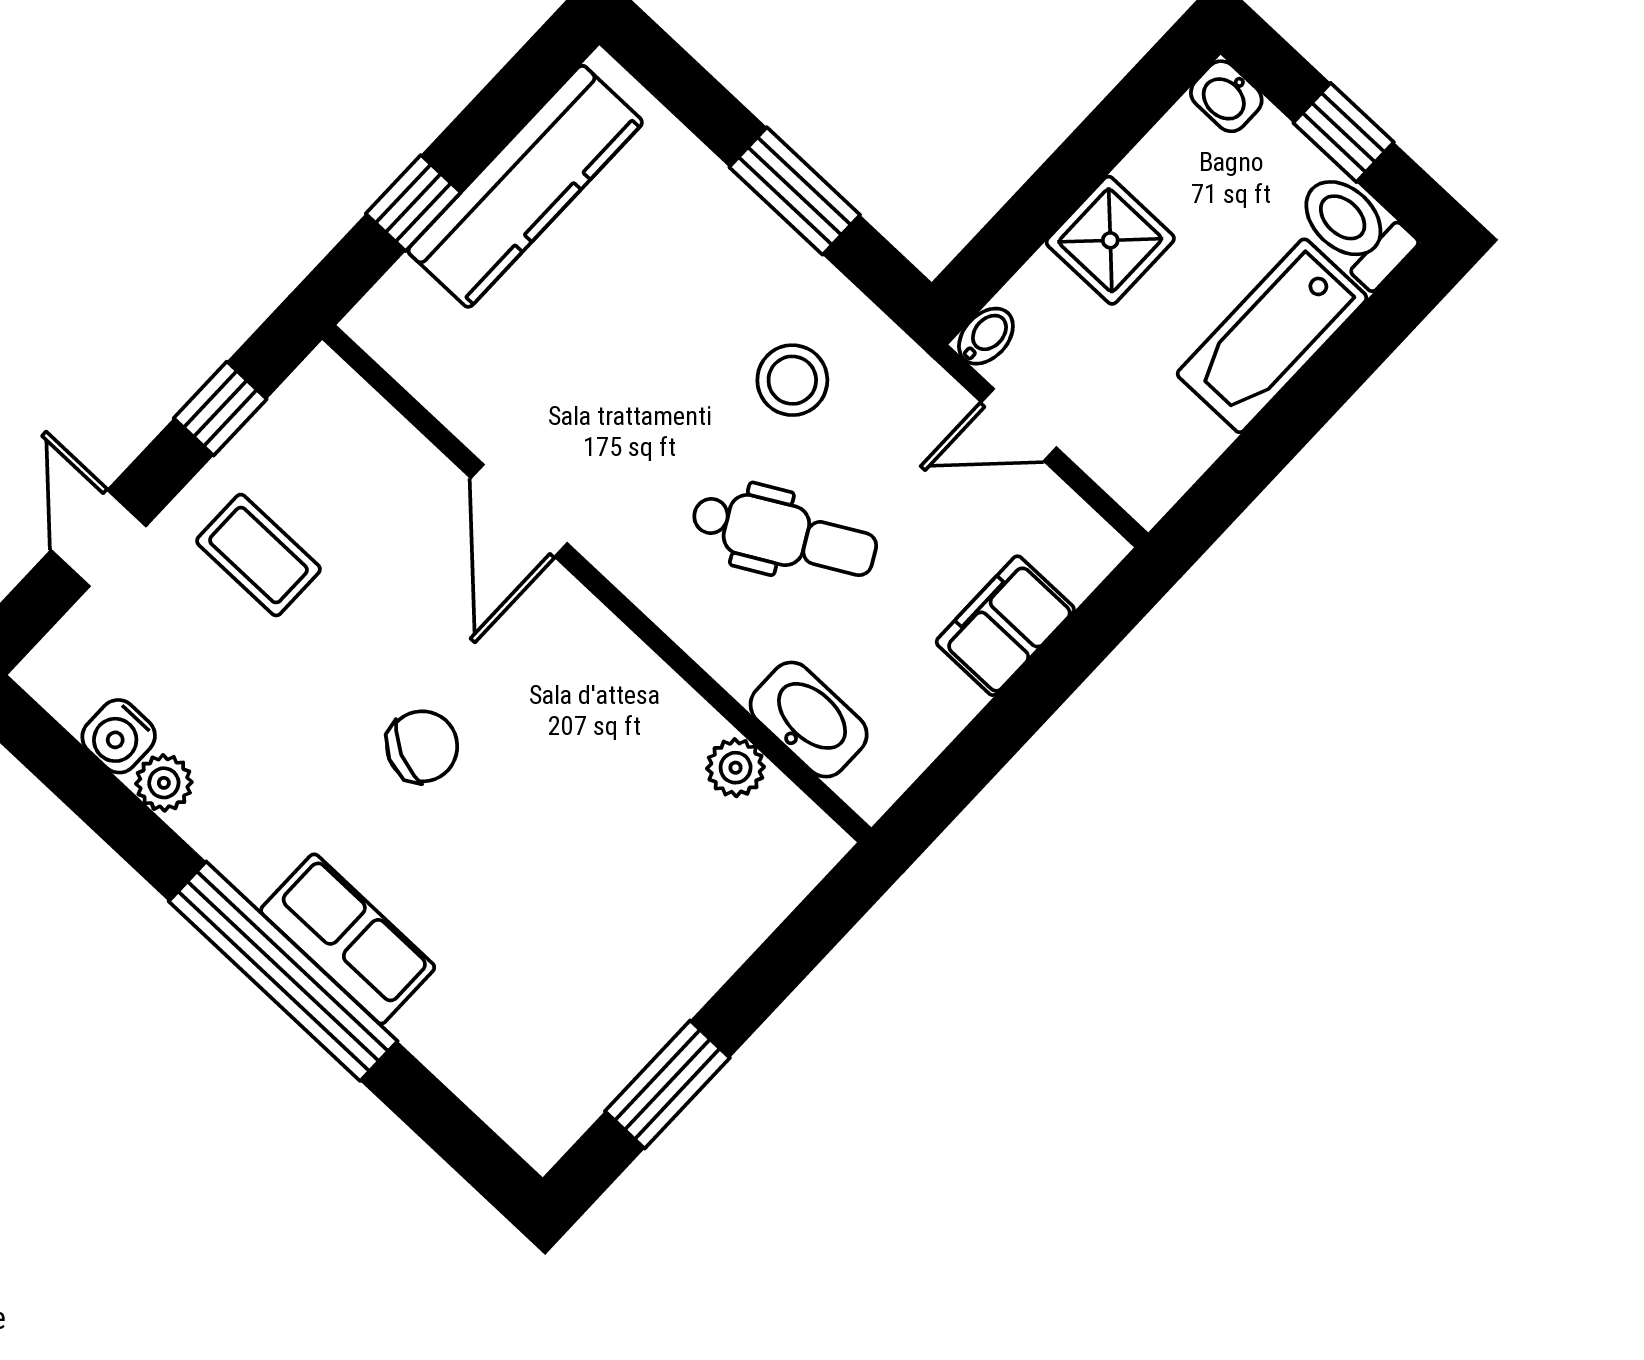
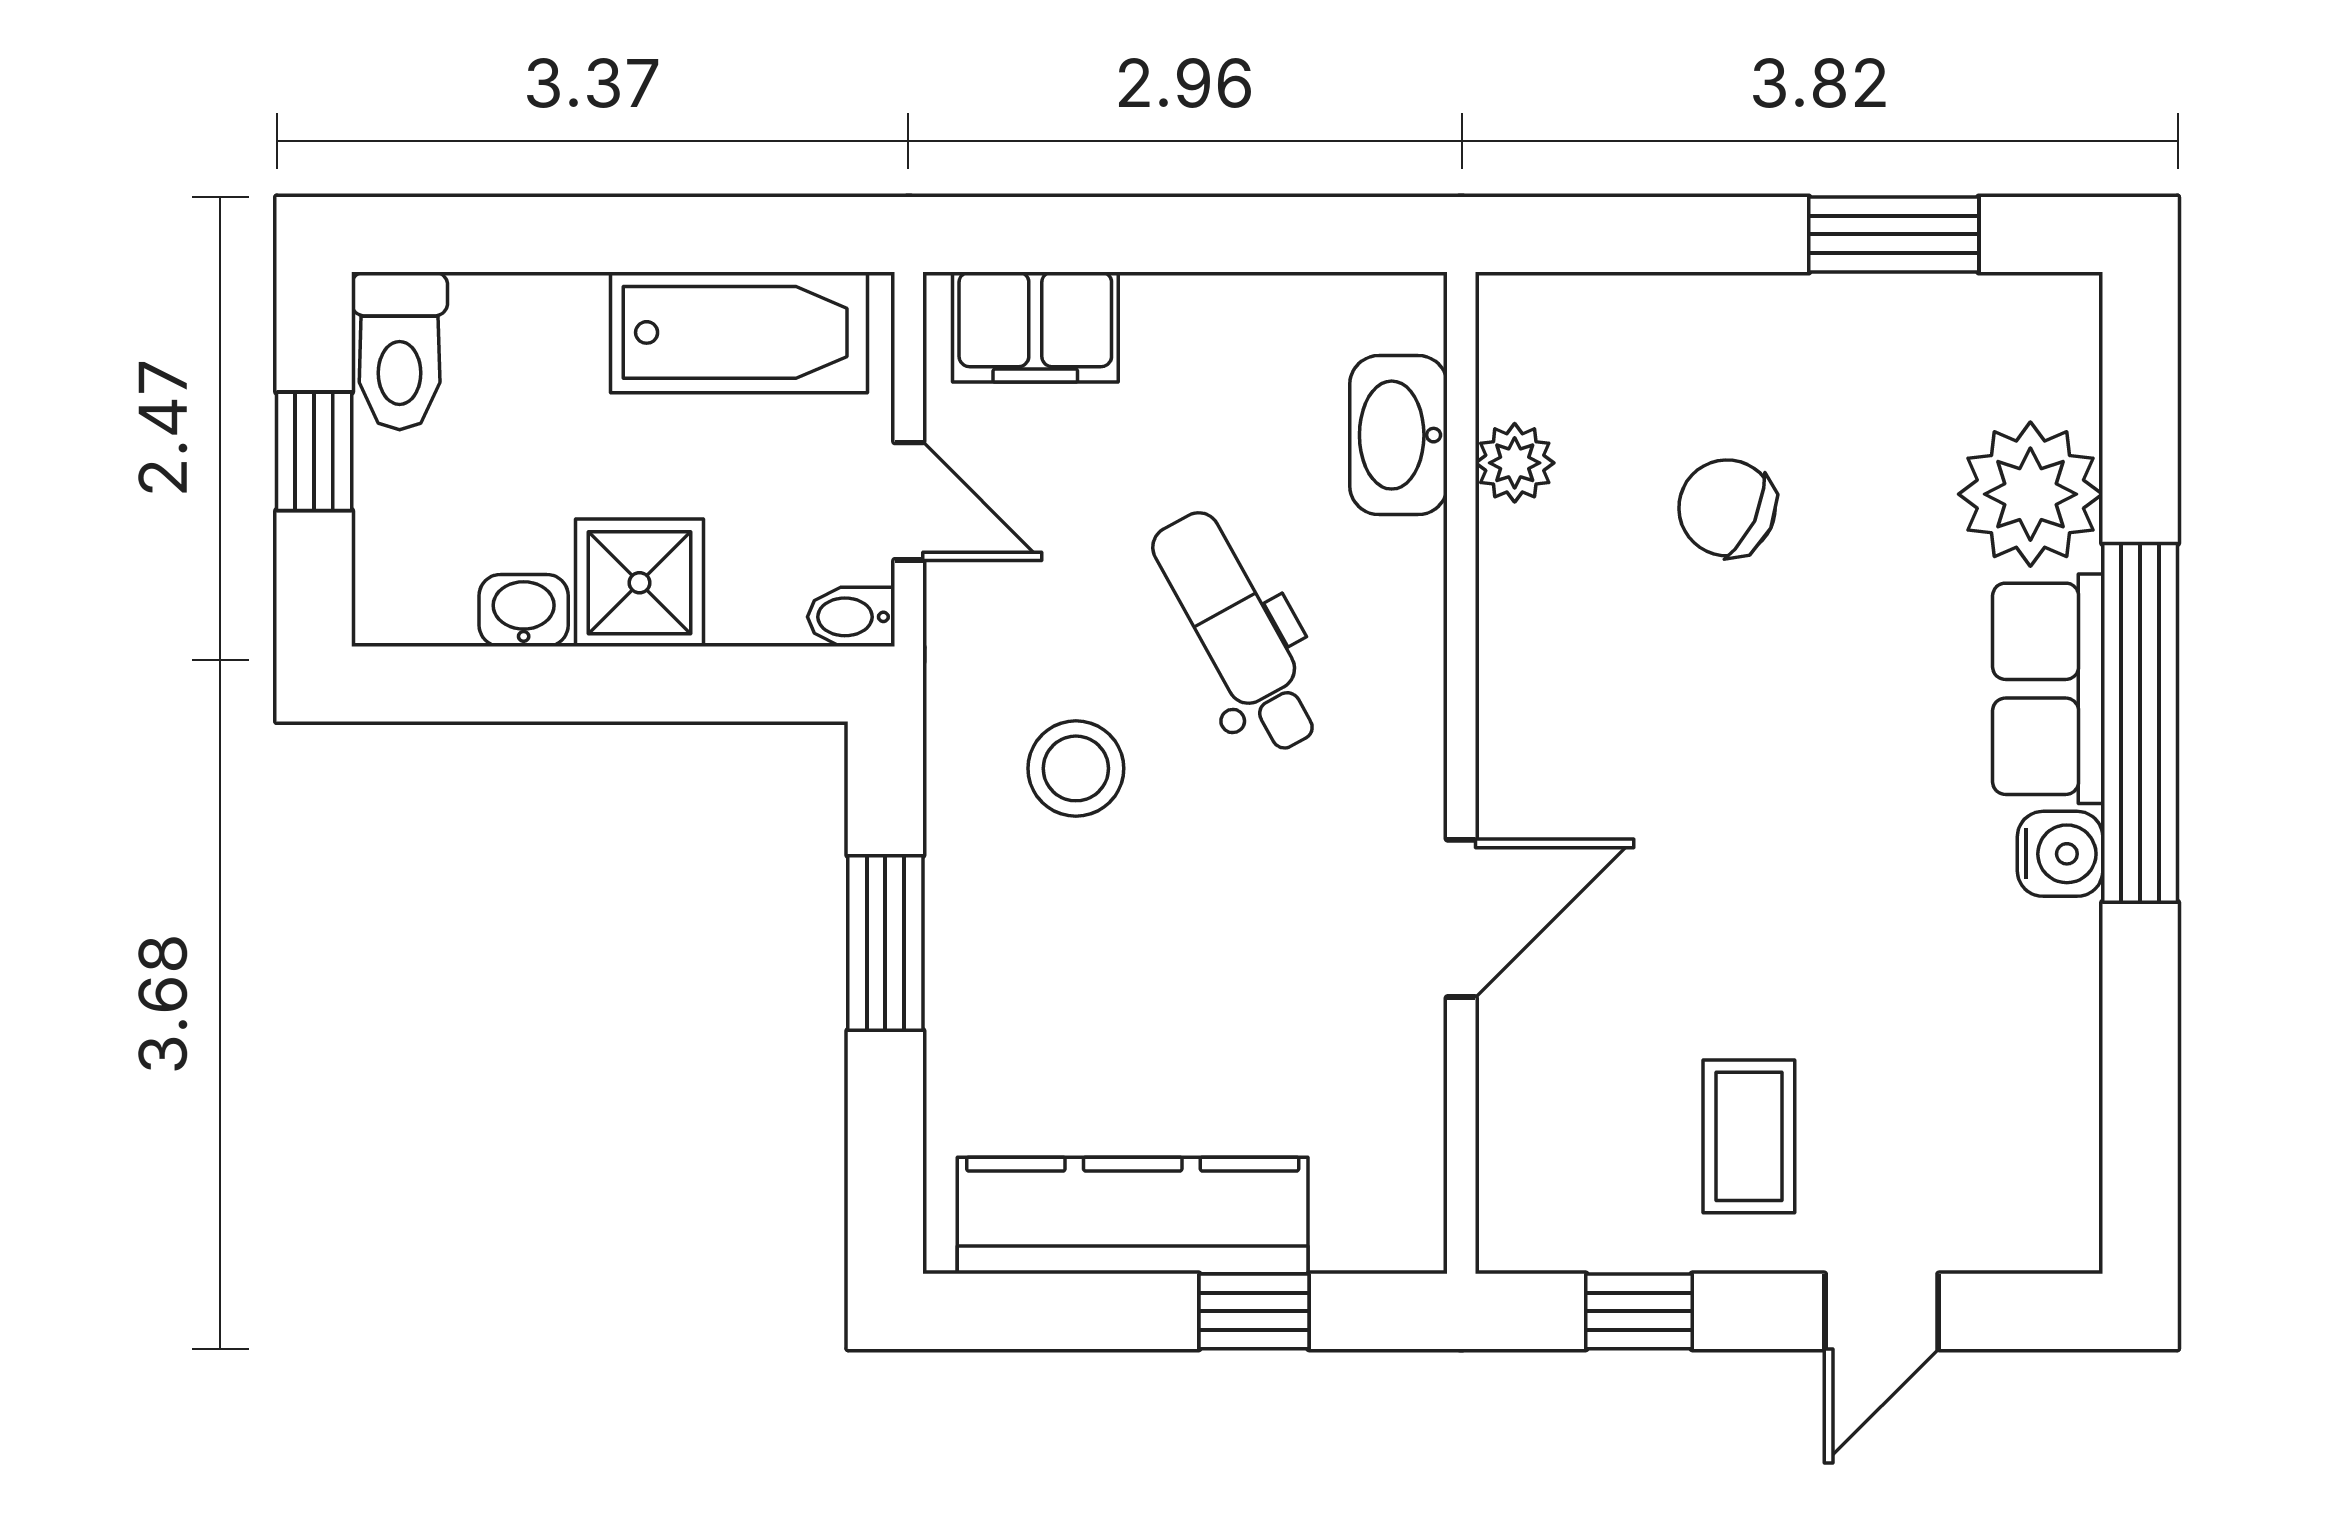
washbasin: (1226, 96) -> (524, 610), moved, turned -90
bathtub: (1272, 336) -> (739, 332), moved
filing cabinet: (1005, 626) -> (1035, 327), moved
water cooler: (119, 736) -> (2060, 854), moved
chair: (422, 746) -> (1727, 508), moved
plant: (164, 783) -> (2030, 494), moved, width x1.88, depth x1.88

